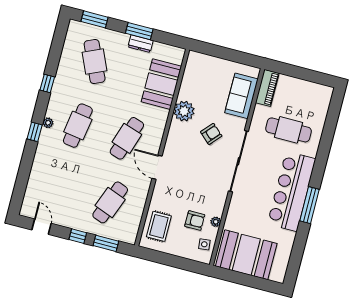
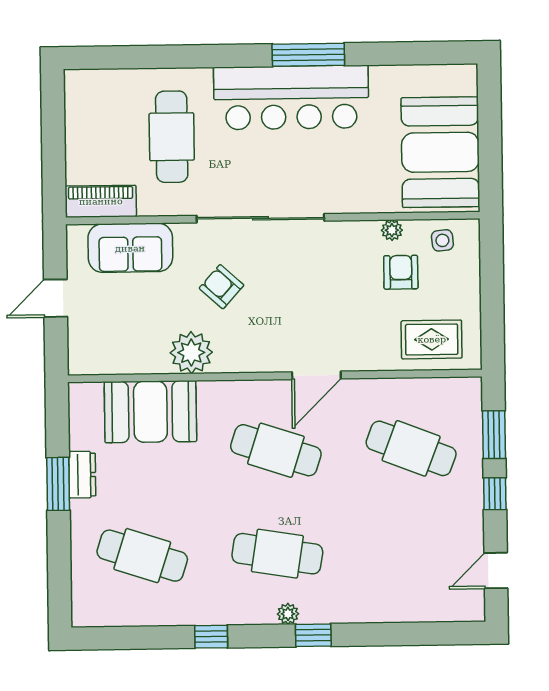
window: (94, 19) -> (59, 578), removed
door: (227, 54) -> (56, 298), added
cafe table: (95, 61) -> (142, 556), turned 42

